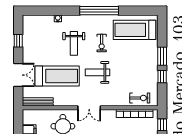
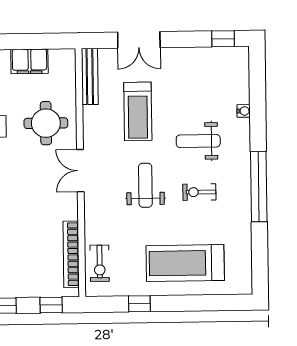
treadmill: (134, 30) -> (185, 263), moved, turned -90
window: (18, 41) -> (223, 39), moved
window: (162, 56) -> (177, 303), removed
treadmill: (57, 76) -> (138, 111), width x0.73, depth x0.73

